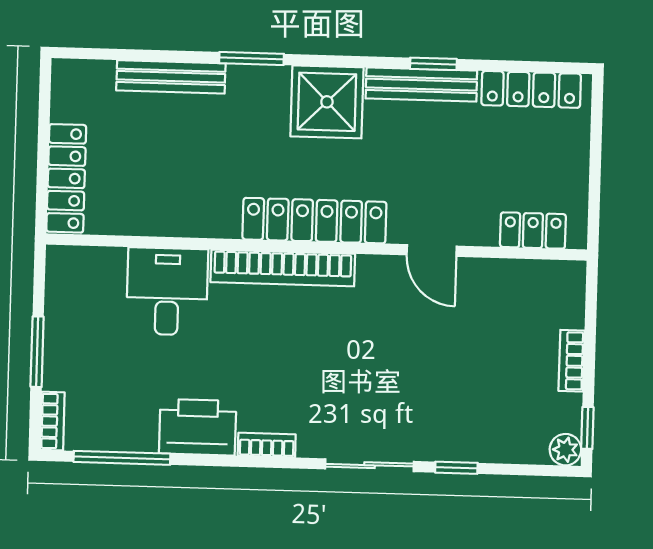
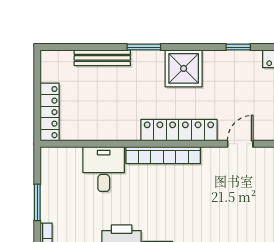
bench: (421, 85) -> (232, 58), removed
door: (432, 250) -> (240, 144), swing flipped

